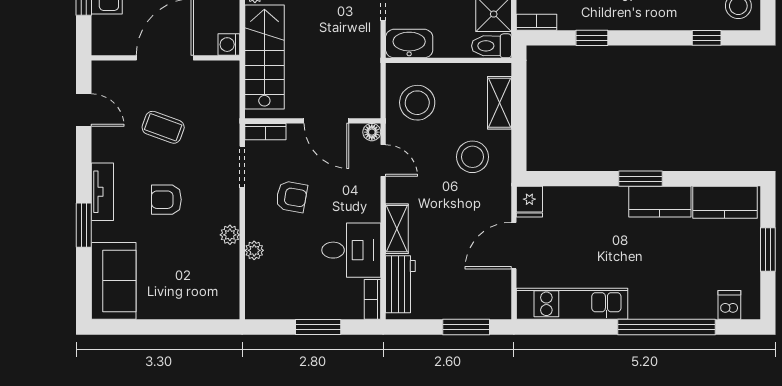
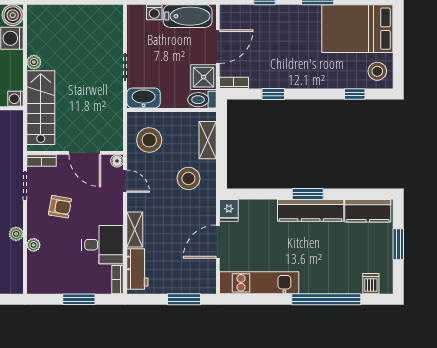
kitchen counter: (660, 202) -> (311, 210), width x1.50

